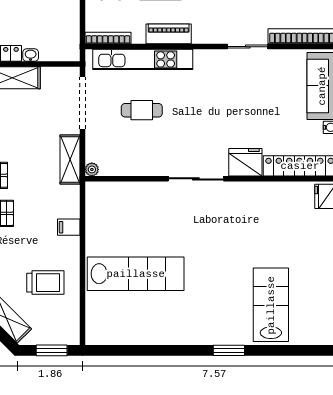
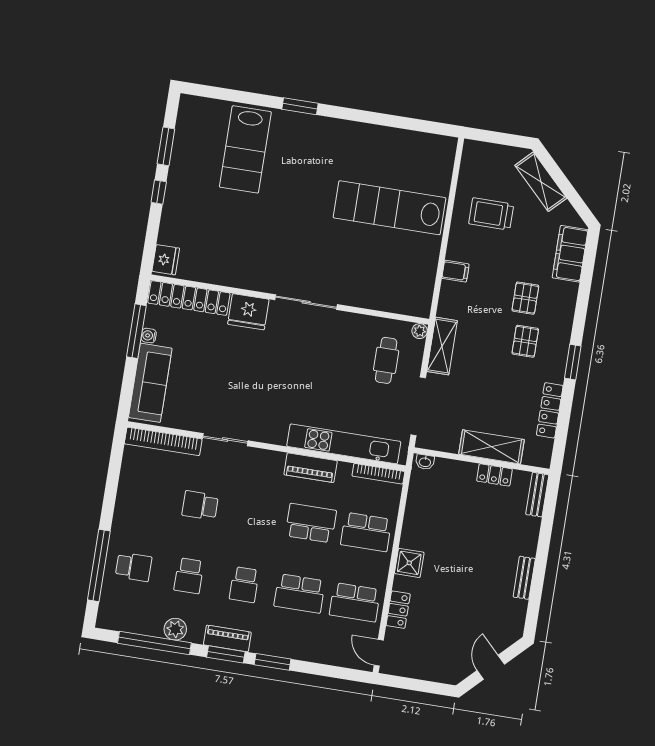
washbasin: (31, 55) -> (425, 462), moved
cafe table: (142, 110) -> (386, 360), moved, turned 90
window: (52, 350) -> (496, 138), removed

